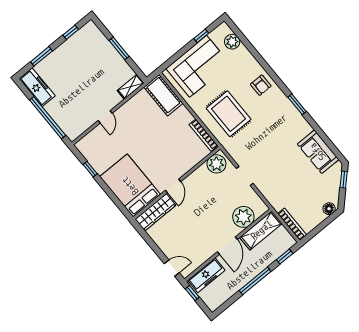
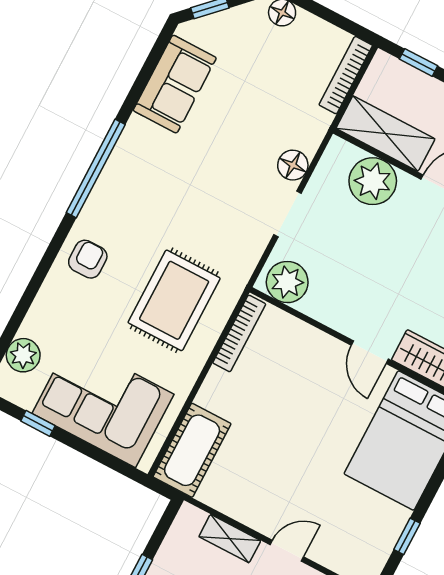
shelving: (131, 87) -> (230, 539), moved
window: (297, 104) -> (96, 168), width x2.11
door: (173, 186) -> (370, 352), swing flipped
floor lamp: (264, 187) -> (293, 165), added

